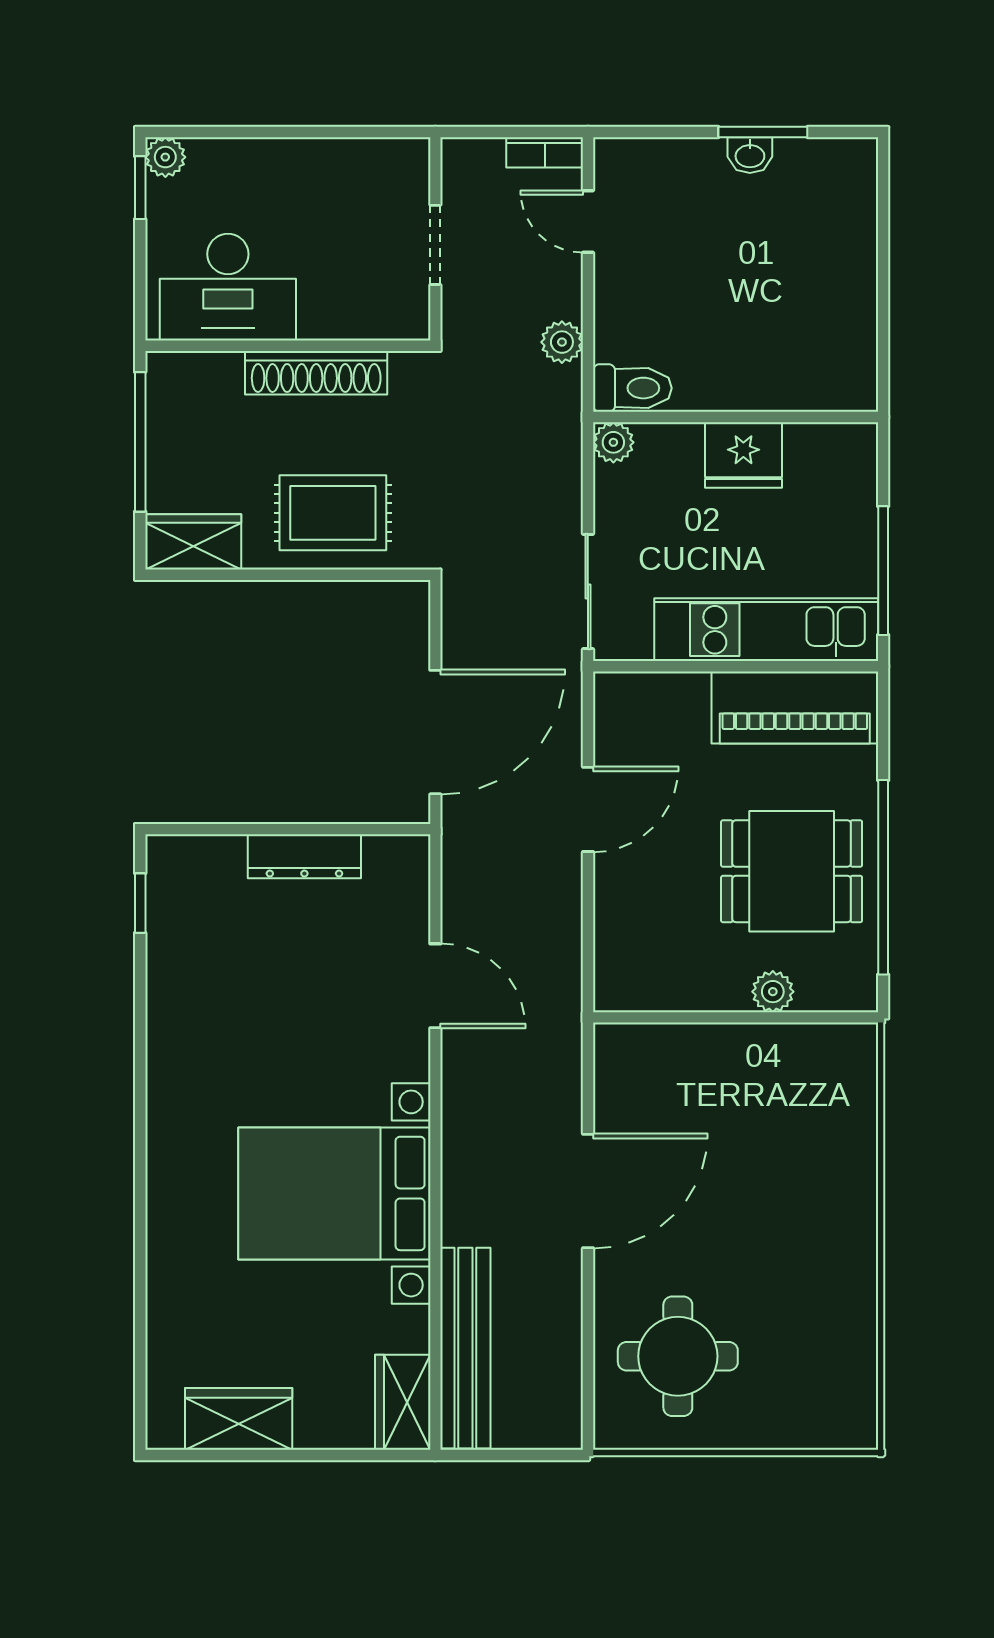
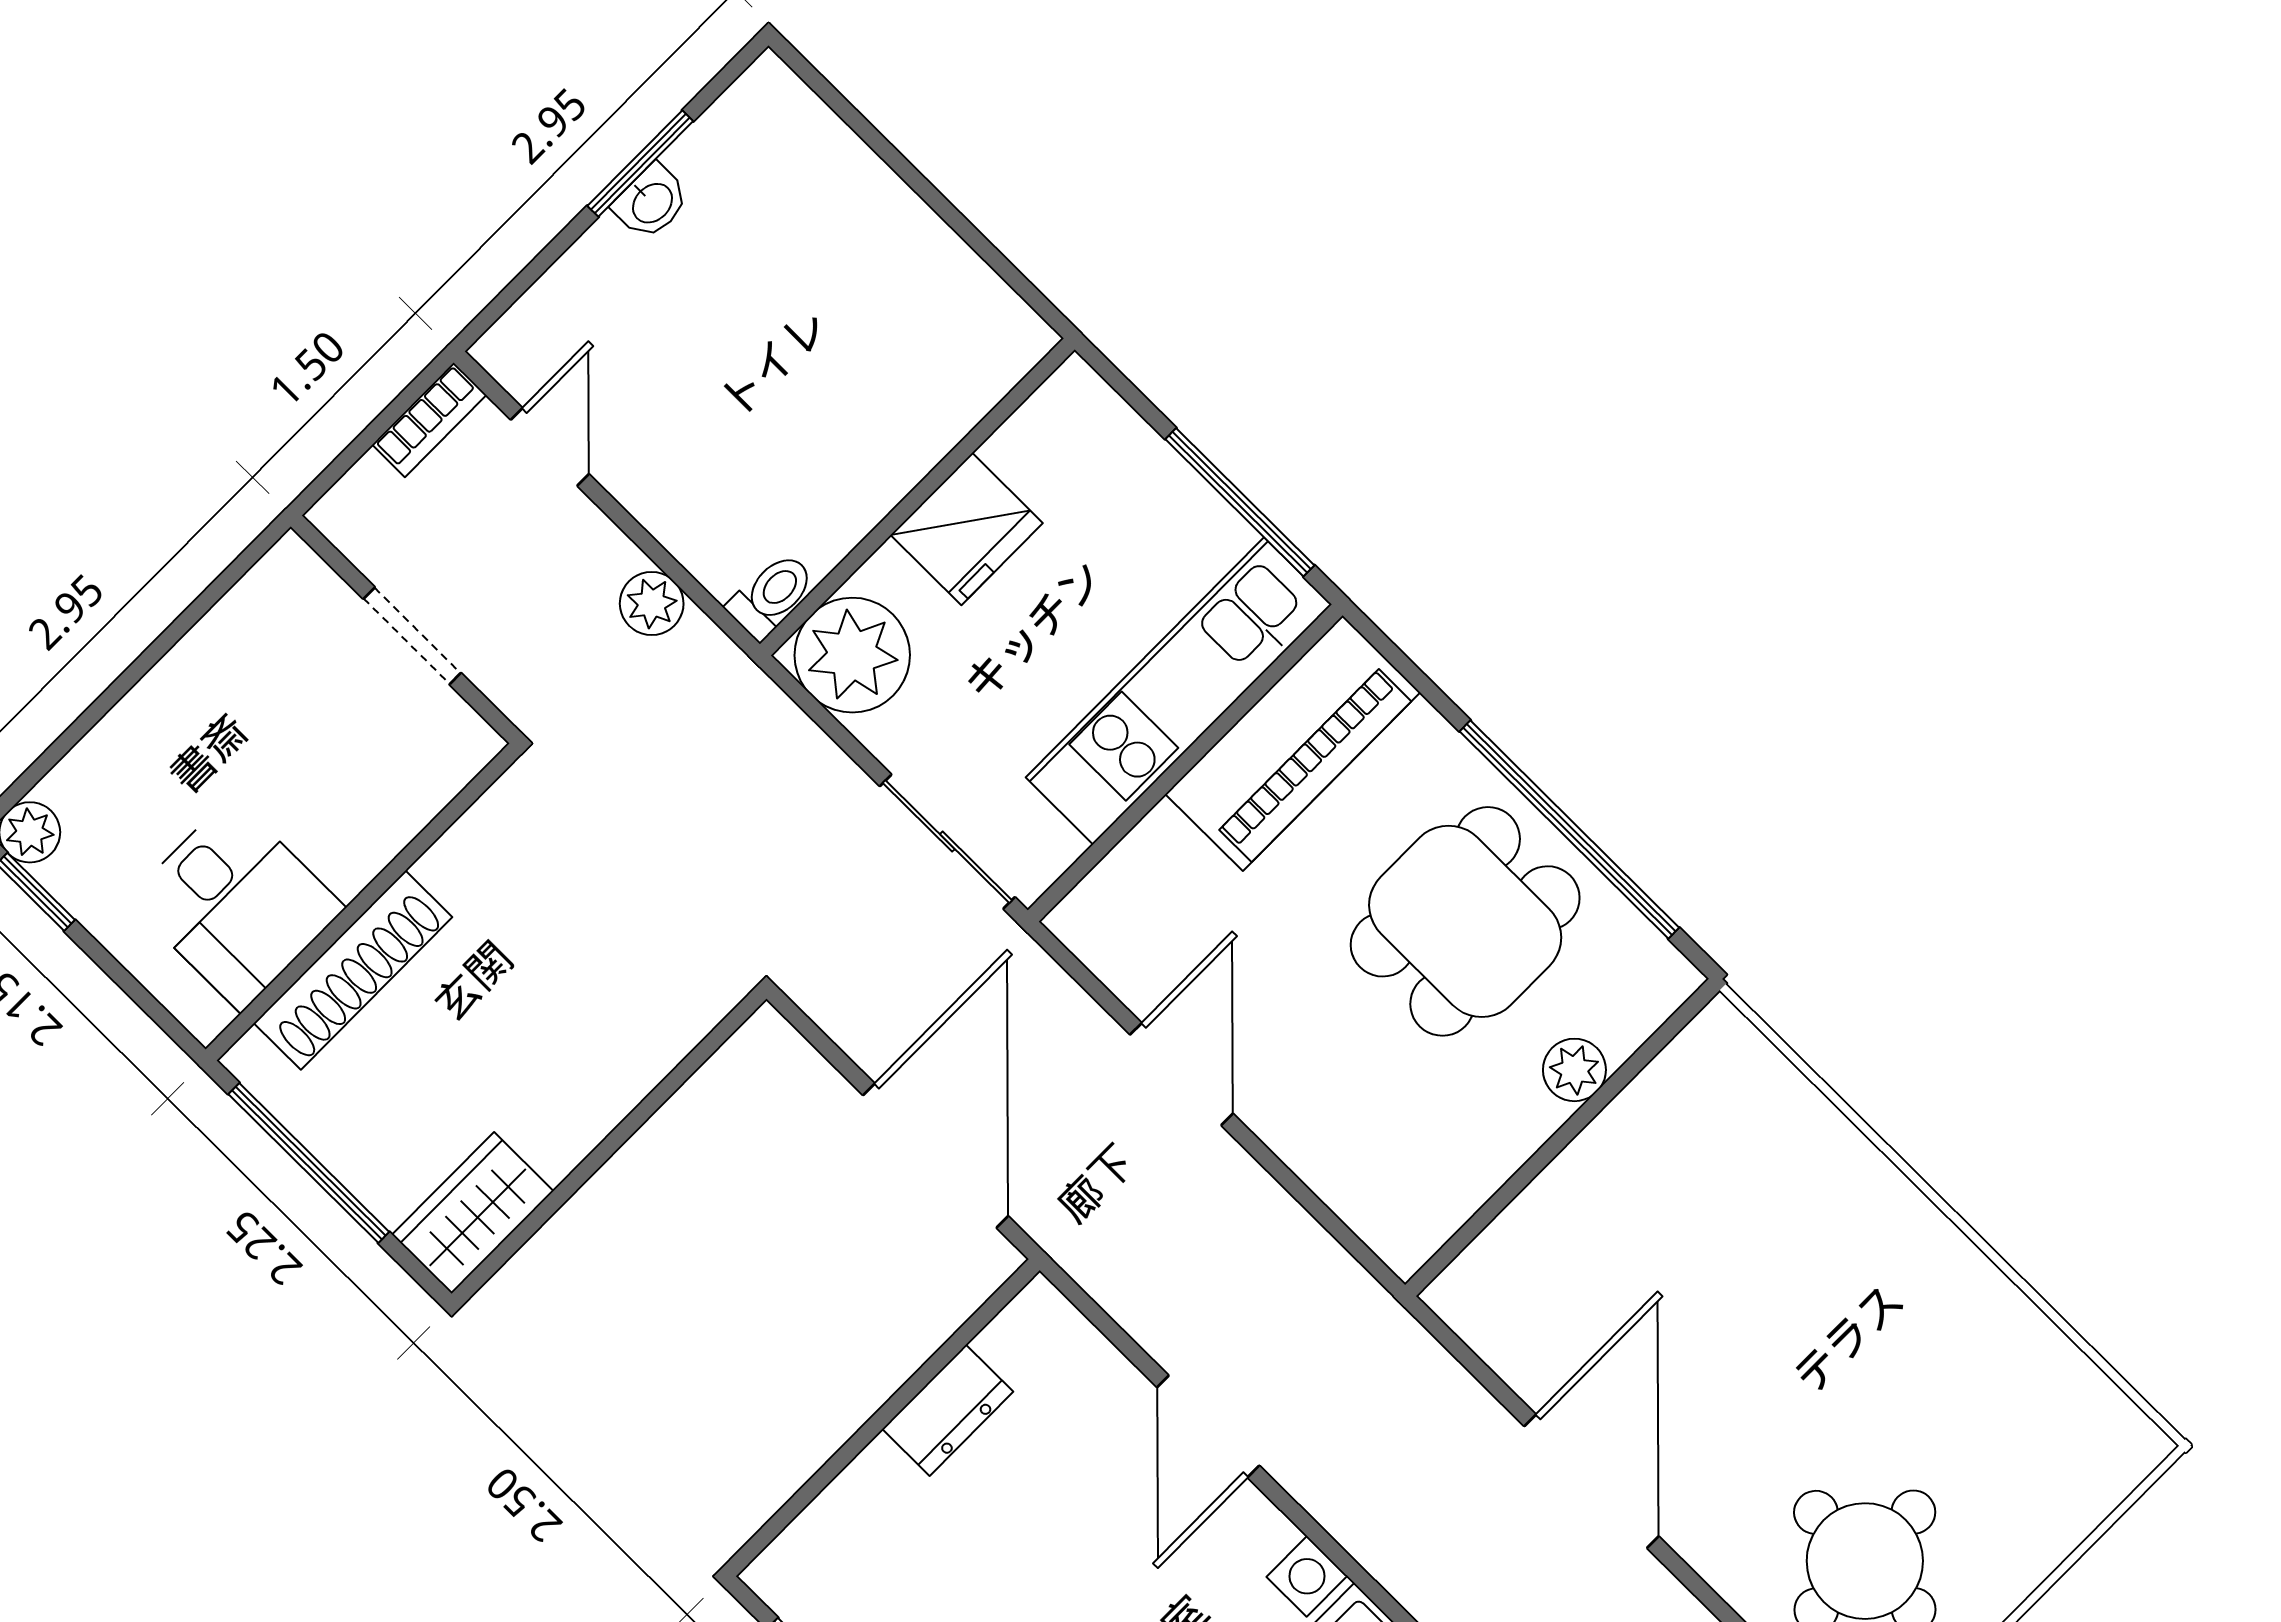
door: (588, 221) -> (550, 447), swing flipped
desk: (228, 287) -> (236, 904), width x0.73
shoe rack: (316, 373) -> (353, 970), moved
toilet: (632, 388) -> (771, 596), width x0.73, depth x0.72
plant: (613, 442) -> (852, 655), width x1.88, depth x1.88
rug: (333, 513) -> (591, 1032), removed
dresser: (304, 856) -> (948, 1410), width x0.70
door: (435, 986) -> (1208, 1426), swing flipped

